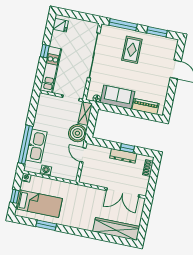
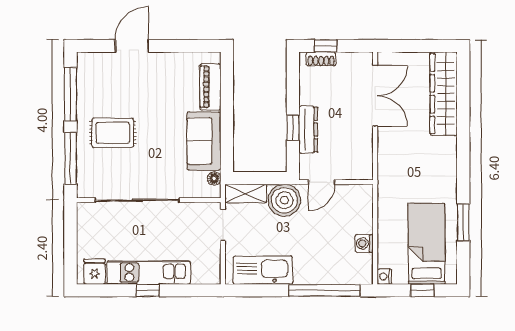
window: (157, 32) -> (70, 94), width x1.44
kitchen unit: (51, 70) -> (149, 273), moved
kitchen sink: (36, 146) -> (263, 270), moved
window: (127, 148) -> (293, 128), moved
dresser: (123, 156) -> (308, 130), moved
window: (155, 172) -> (326, 46), added

